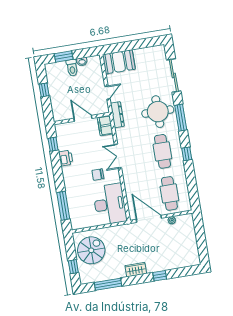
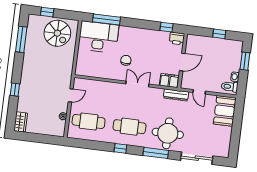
toilet: (72, 68) -> (230, 87), moved
printer: (66, 158) -> (177, 38), moved
desk: (110, 204) -> (98, 37), moved, turned 180
door: (149, 219) -> (71, 95), width x0.53
wardrobe: (136, 270) -> (21, 122), moved

